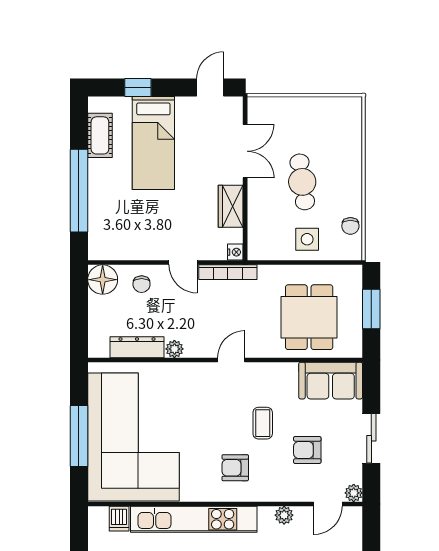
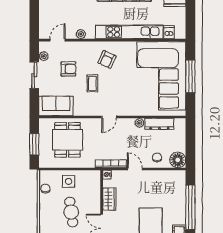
armchair: (235, 468) -> (107, 59), turned 115
plant: (354, 493) -> (44, 56), moved

